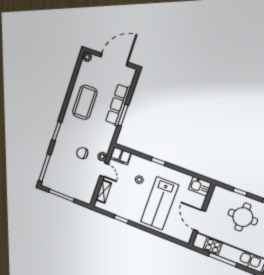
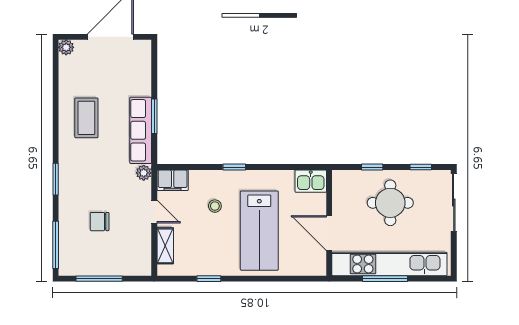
coffee table: (85, 102) -> (86, 118), width x0.73, depth x0.76
row of seats: (118, 105) -> (141, 130), moved
chair: (82, 153) -> (100, 222), moved
plant: (102, 157) -> (144, 173), moved

